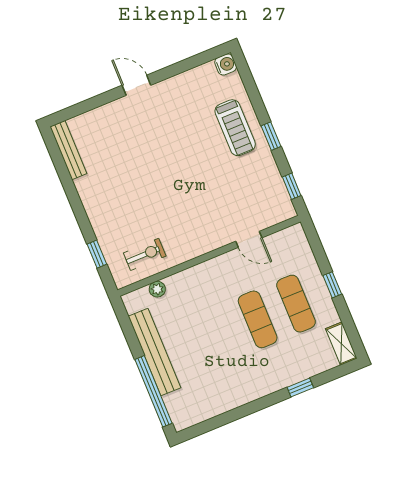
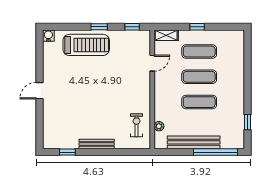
treadmill: (235, 128) -> (86, 45), width x1.37, depth x1.38
bench: (68, 150) -> (97, 144), moved
window: (97, 254) -> (67, 152), moved
exercise mat: (219, 335) -> (199, 102), added
shelving: (341, 344) -> (166, 35), moved
window: (300, 387) -> (247, 122), moved

